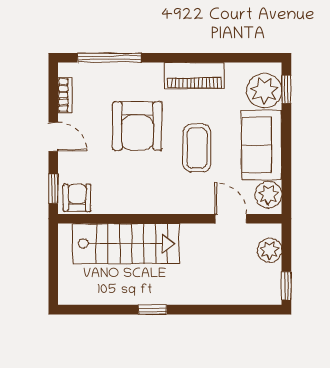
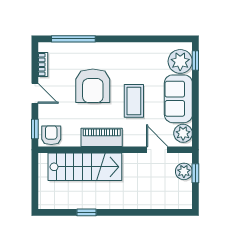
piano: (194, 76) -> (102, 137), moved, turned 180
window: (286, 286) -> (195, 173), moved
window: (152, 310) -> (86, 212), moved

